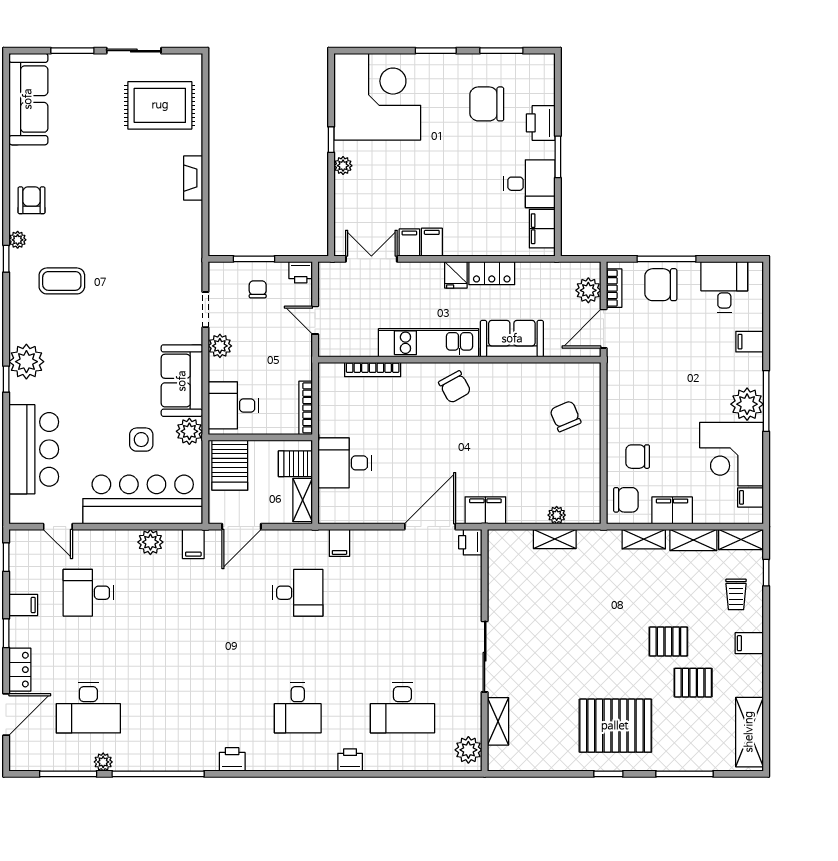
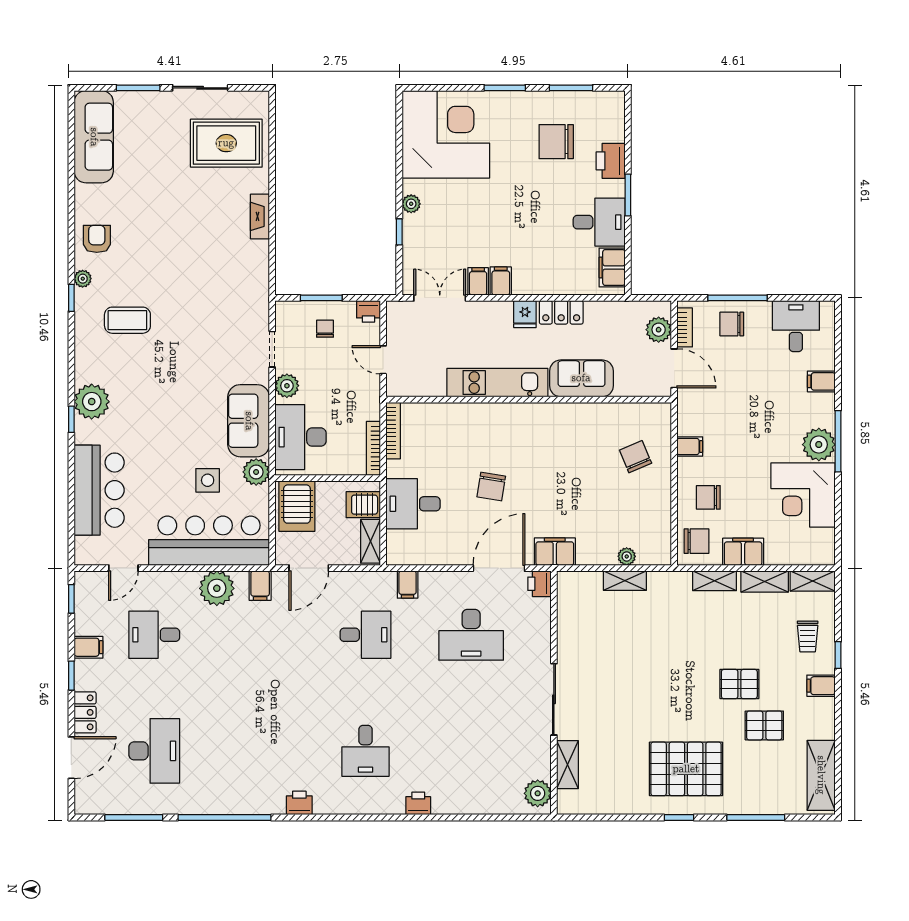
window: (331, 140) -> (399, 232), moved
chair: (661, 285) -> (732, 324), width x0.73, depth x0.73
door: (604, 329) -> (674, 368), swing flipped
bookcase: (373, 369) -> (393, 431), moved, turned -90
chair: (455, 387) -> (491, 487), moved, turned 38
desk: (233, 405) -> (301, 437), width x1.37
filing cabinet: (751, 497) -> (690, 447), moved, turned 180
door: (58, 527) -> (123, 568), hinge flipped
plant: (150, 542) -> (217, 588), width x1.36, depth x1.36
window: (766, 573) -> (838, 655), moved
desk: (88, 708) -> (154, 751), turned -90
desk: (402, 708) -> (471, 635), moved
plant: (103, 762) -> (169, 806), removed

